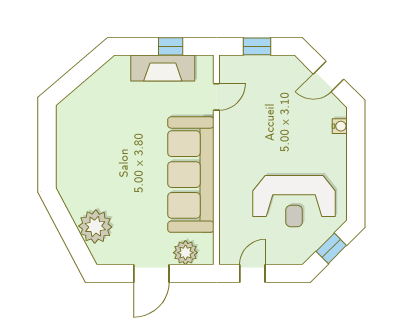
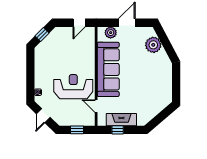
door: (329, 77) -> (43, 116), swing flipped
door: (216, 97) -> (96, 106), hinge flipped
reception desk: (294, 201) -> (73, 87), moved

